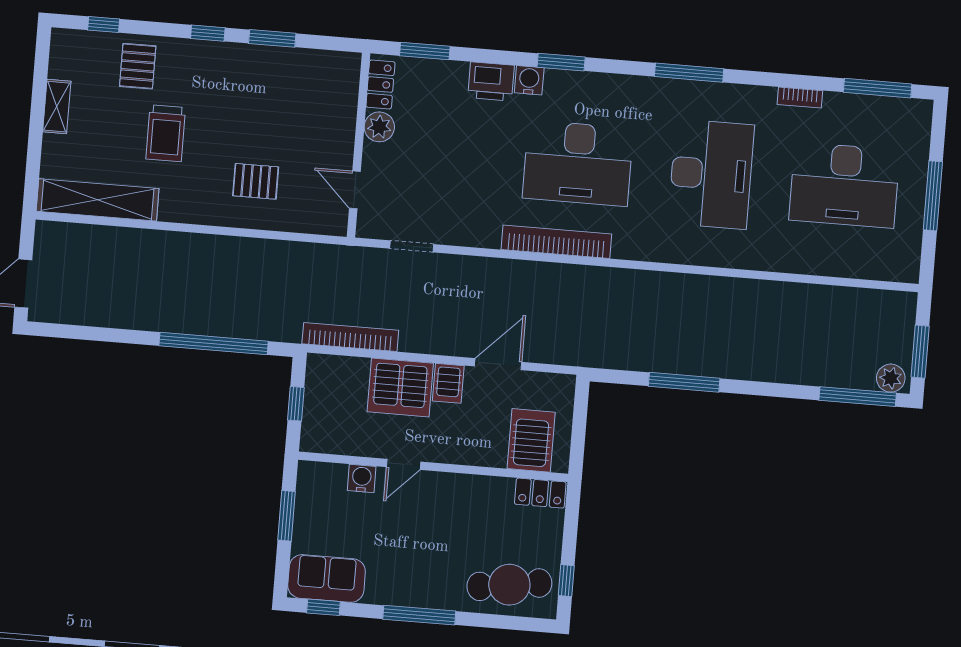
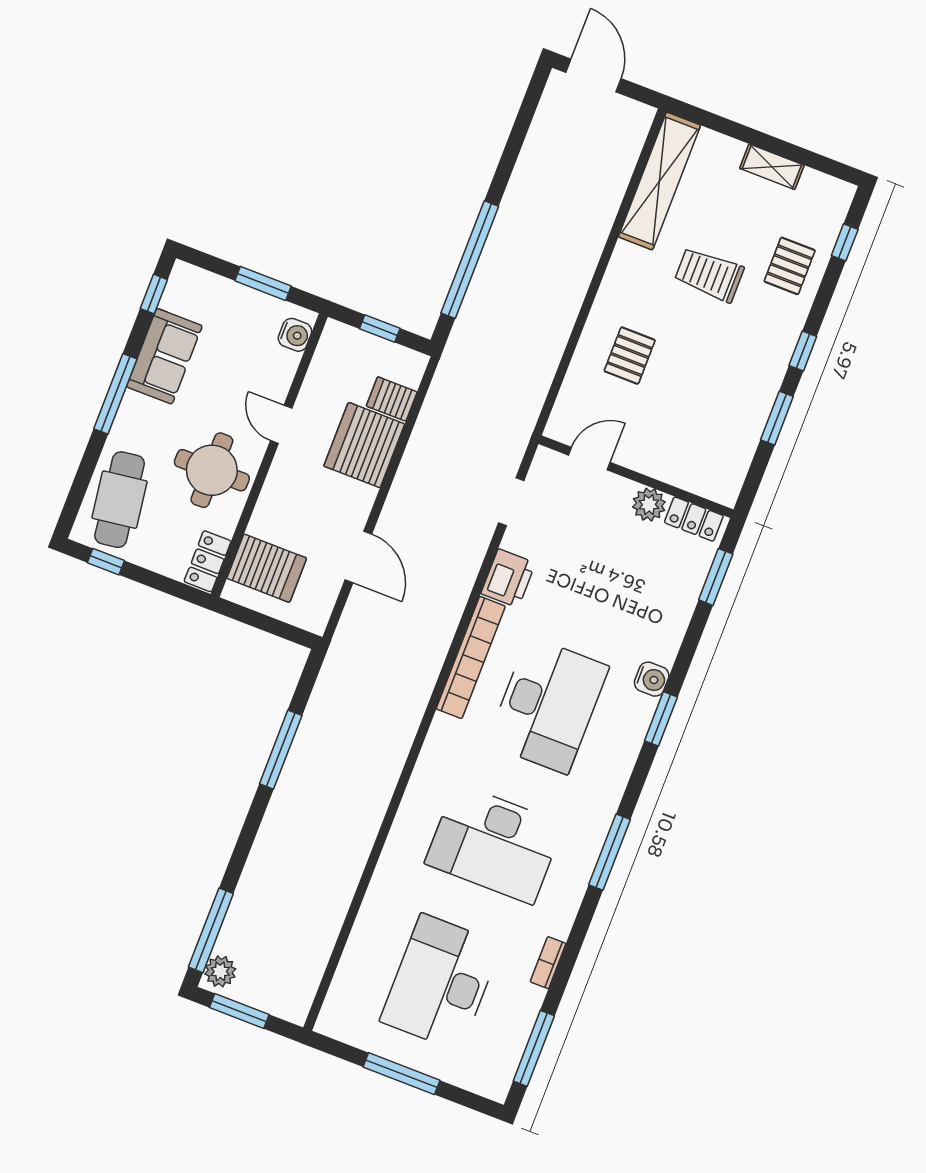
pallet: (138, 66) -> (790, 266), turned 90
printer: (491, 81) -> (508, 578), moved, turned 180
desk: (578, 163) -> (548, 705), turned 180
bookcase: (350, 337) -> (434, 408), removed
server rack: (448, 383) -> (392, 399), moved
water cooler: (362, 478) -> (295, 335), moved
round table: (461, 513) -> (212, 470), added
sofa: (327, 578) -> (164, 356), moved

